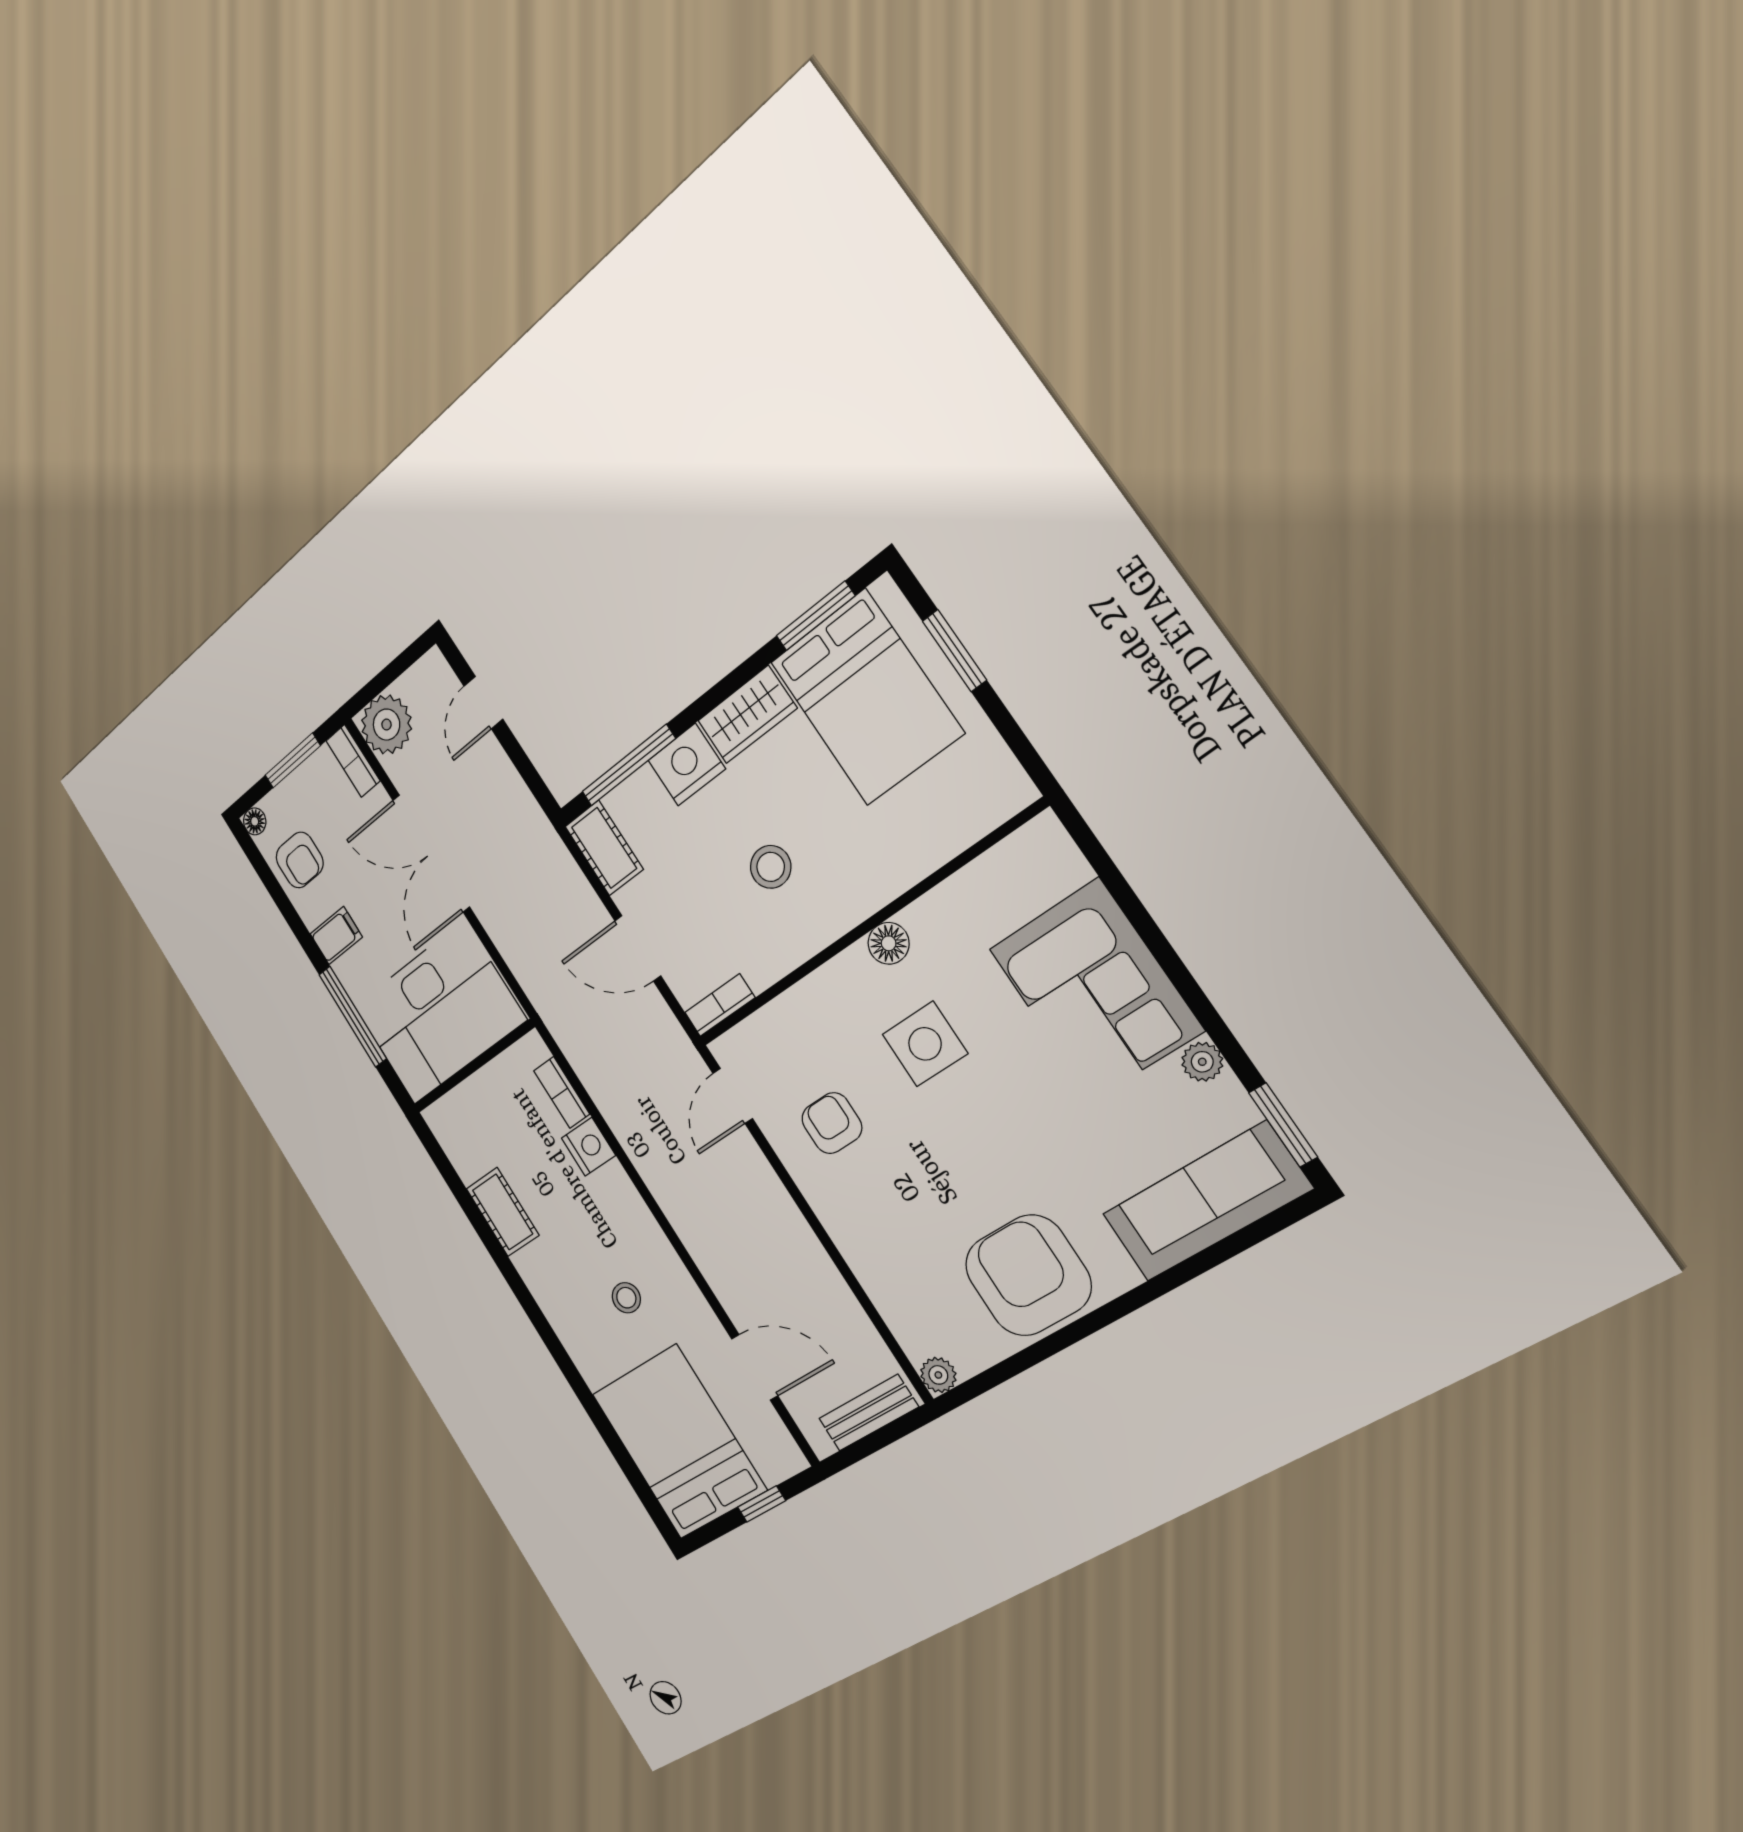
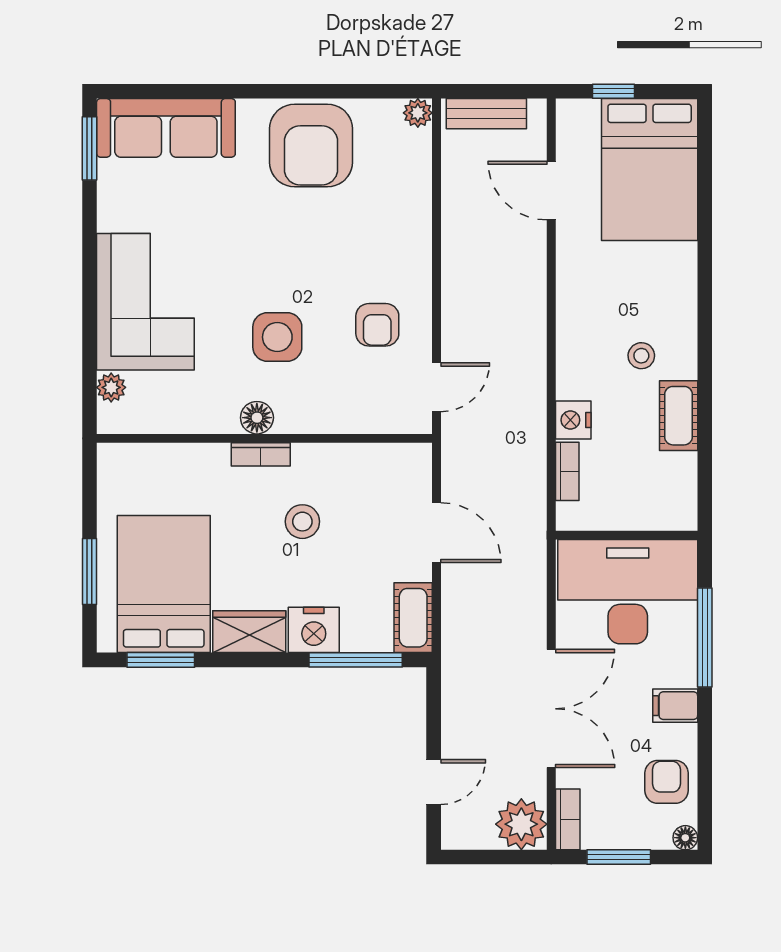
bookcase: (720, 1005) -> (261, 454), moved
plant: (1202, 1062) -> (111, 387), moved
stool: (626, 1298) -> (641, 356), moved

